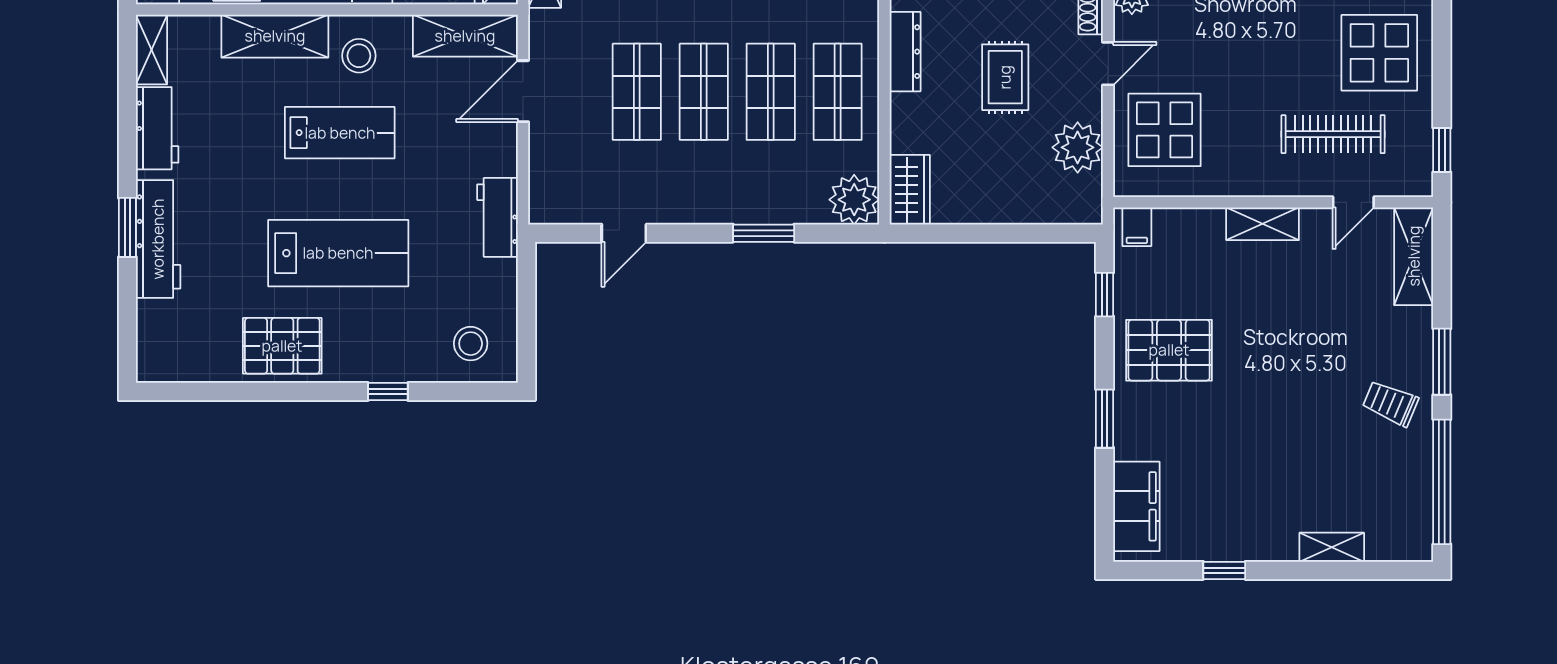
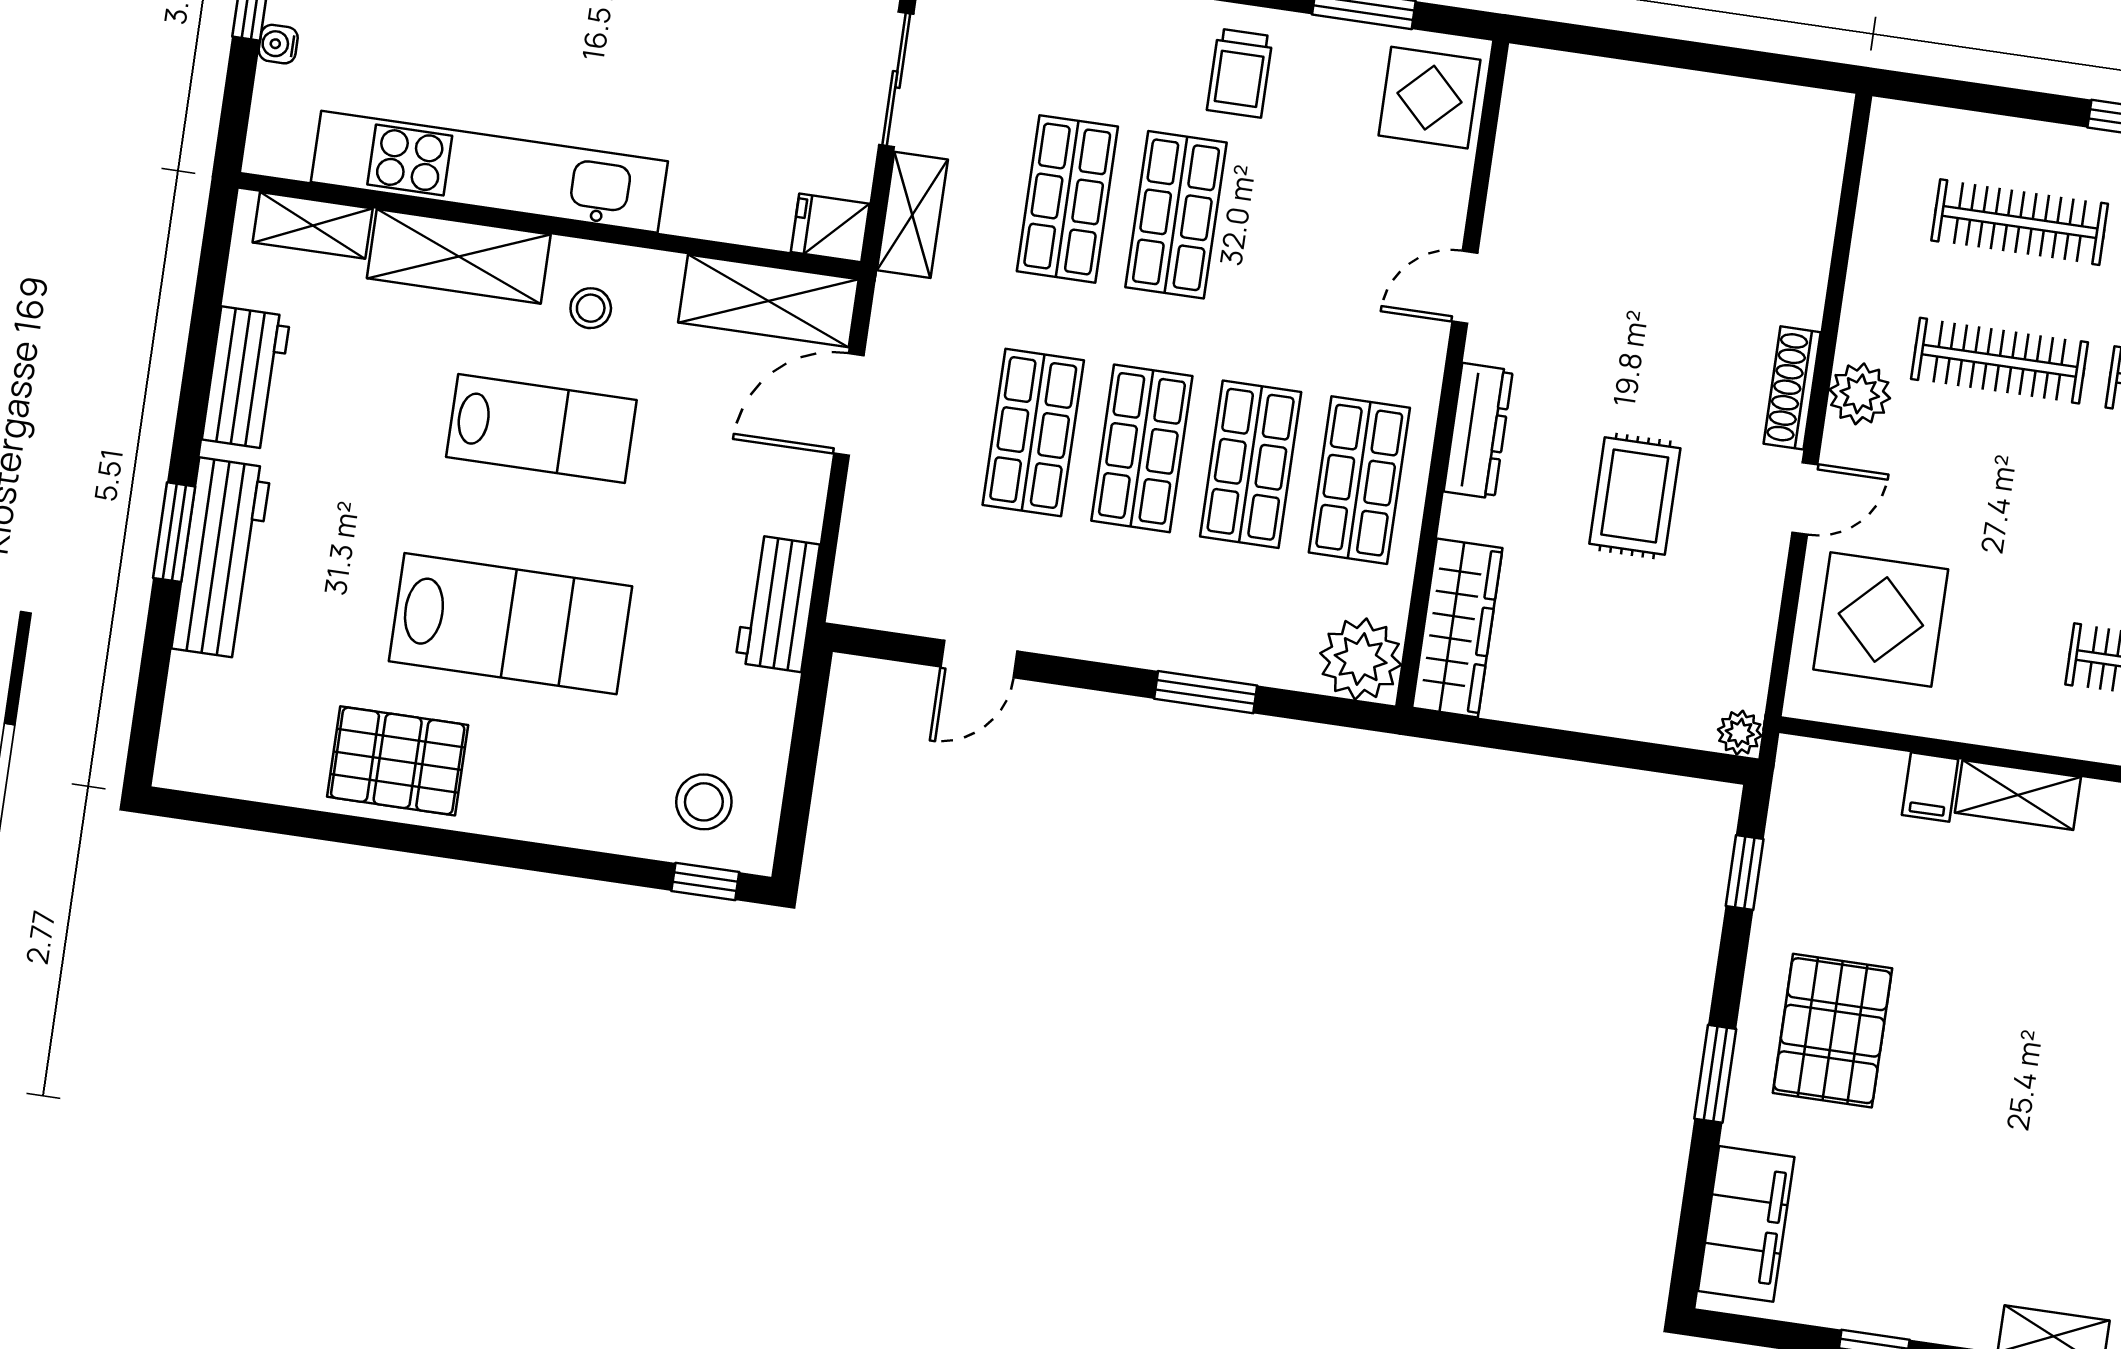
shelving: (152, 50) -> (313, 225), moved, turned 90
stool: (359, 56) -> (591, 308), width x0.73, depth x0.73
plant: (1078, 147) -> (1740, 733), moved, width x0.53, depth x0.53
wardrobe: (910, 190) -> (1457, 628), width x1.50
filing cabinet: (1137, 227) -> (1930, 787), moved
pallet: (1169, 350) -> (1832, 1031), moved, turned 90
window: (388, 391) -> (705, 882), moved

